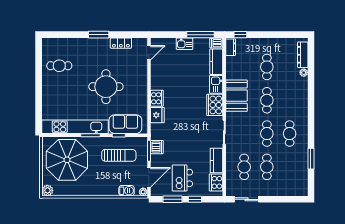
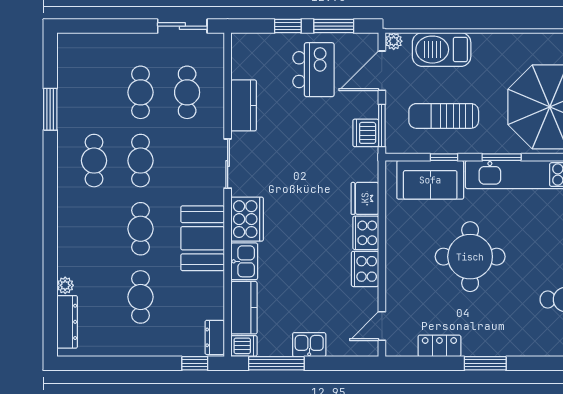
cooker: (216, 182) -> (365, 269), moved, turned 180
barbecue: (127, 191) -> (442, 50), width x1.88, depth x1.53

